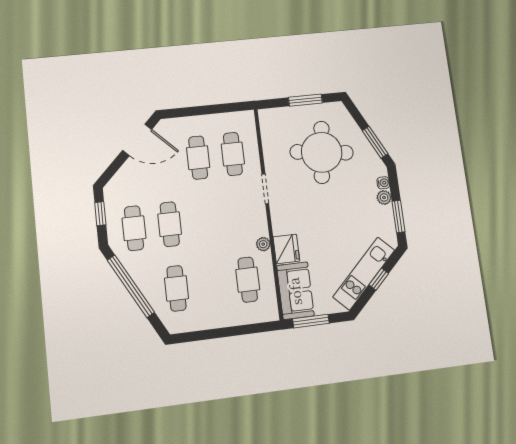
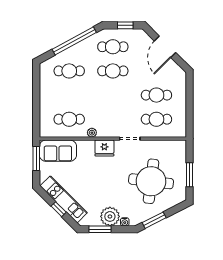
door: (137, 140) -> (165, 47), moved
plant: (384, 197) -> (110, 216), width x1.88, depth x1.88
fridge: (286, 249) -> (104, 148), moved

